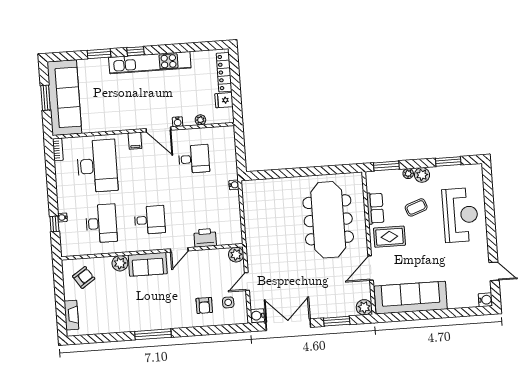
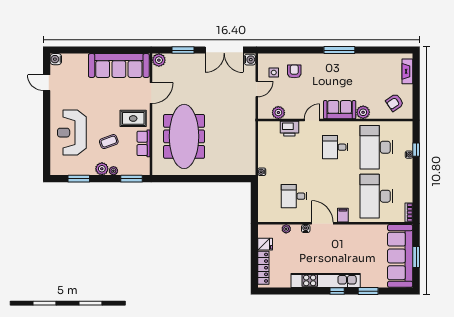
desk: (101, 223) -> (376, 147), width x1.36, depth x1.30
plant: (236, 255) -> (278, 113), moved

